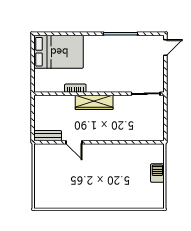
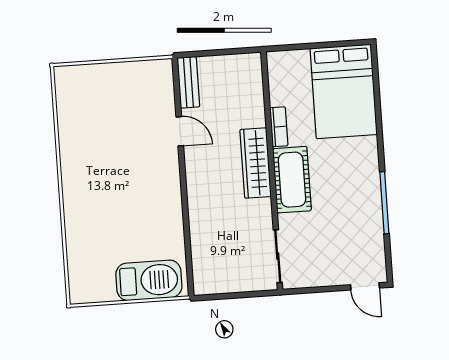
cot: (105, 83) -> (292, 180), added
door: (74, 142) -> (180, 131), swing flipped
barbecue: (157, 173) -> (149, 280), width x1.88, depth x1.53

